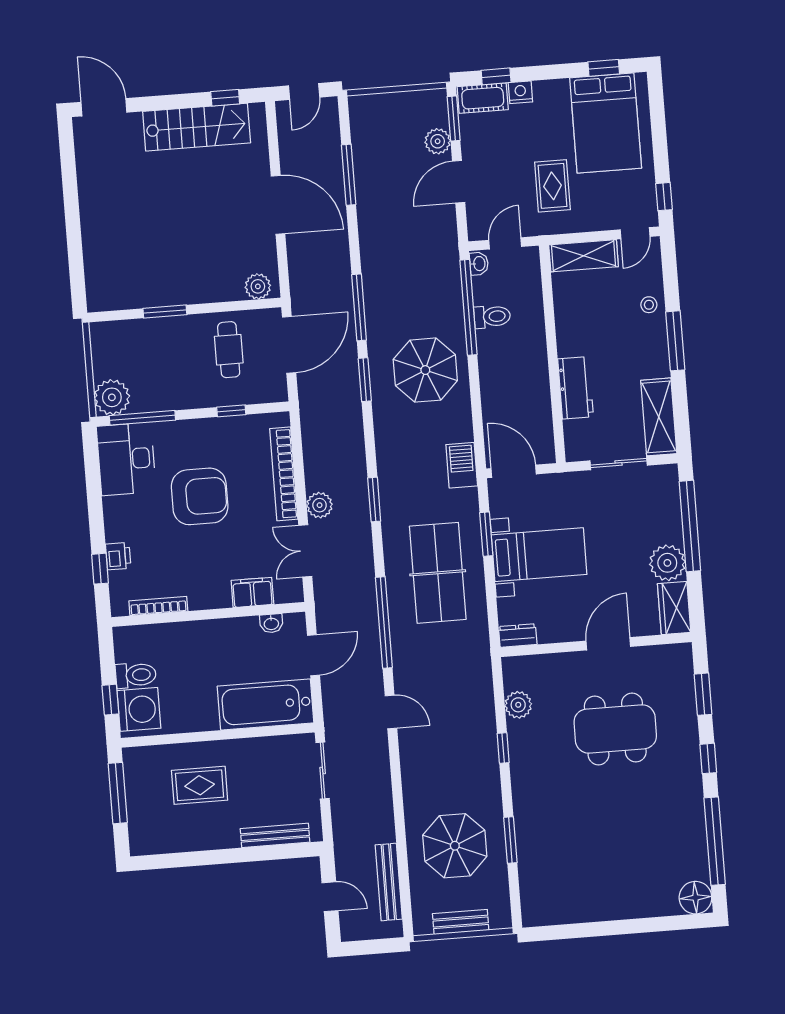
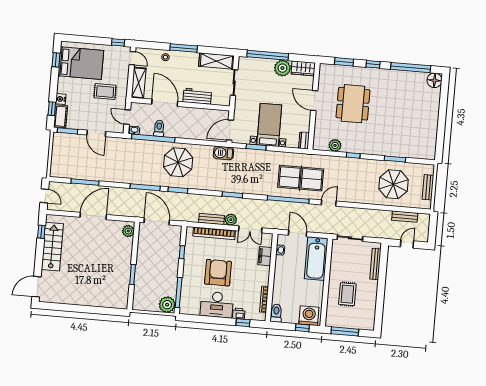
plant: (438, 141) -> (77, 140), removed
door: (550, 320) -> (165, 103), added
cafe table: (229, 350) -> (154, 249), removed
desk: (126, 459) -> (217, 305), moved
bench: (314, 463) -> (211, 219), added
table tennis table: (438, 573) -> (301, 178), moved
toilet: (136, 675) -> (276, 313), moved
bench: (389, 882) -> (405, 217), width x0.73

